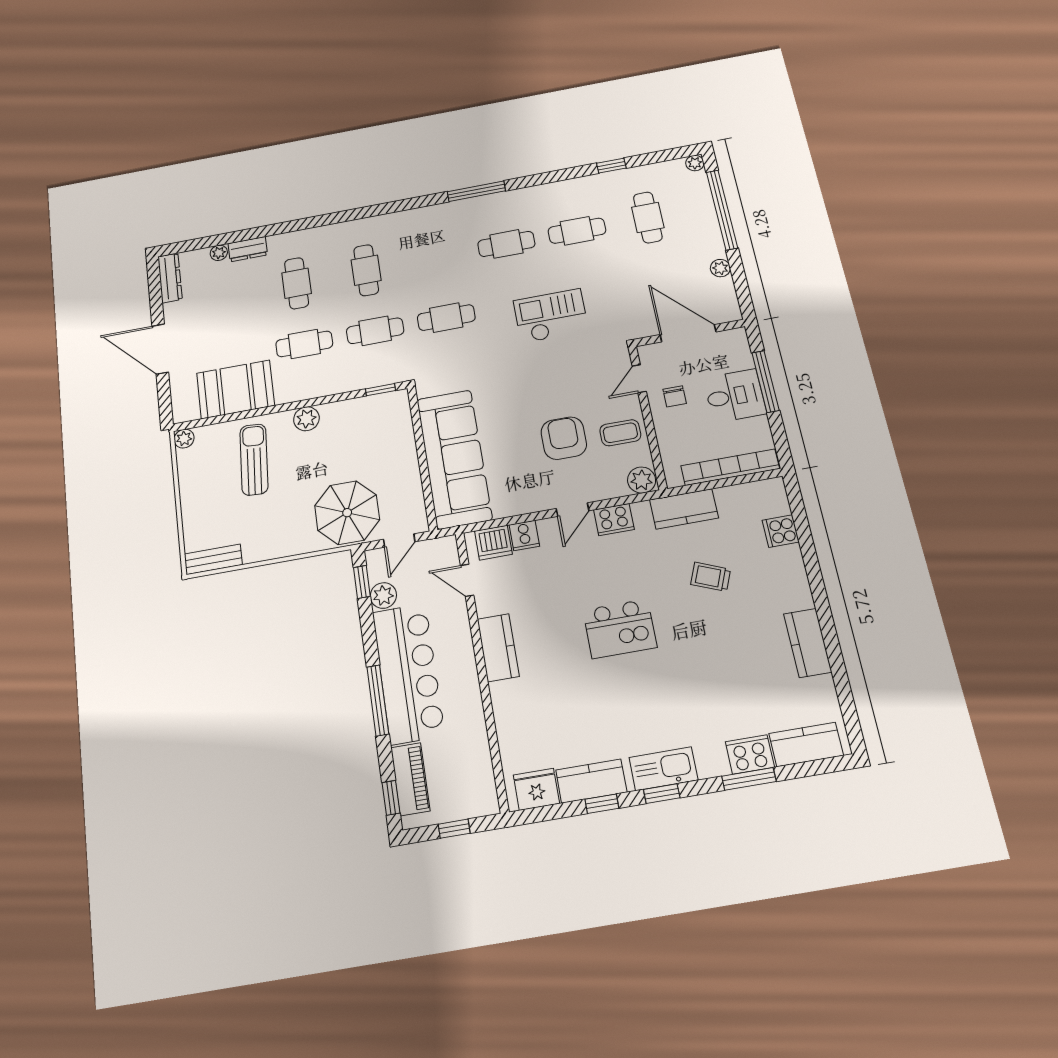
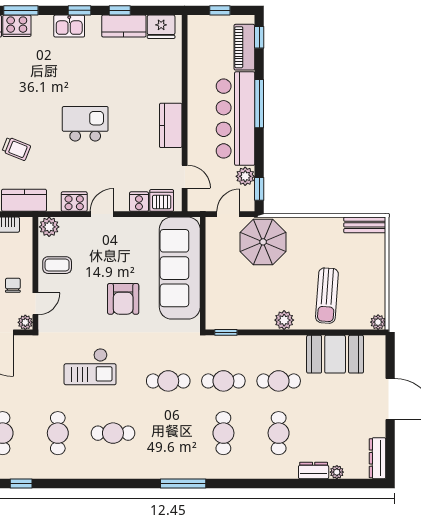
window: (476, 191) -> (183, 483), moved
cafe table: (577, 231) -> (58, 433), turned 90
plant: (648, 353) -> (25, 322), added
armchair: (564, 438) -> (123, 299), moved
kitchen sink: (664, 769) -> (69, 26), width x0.73

